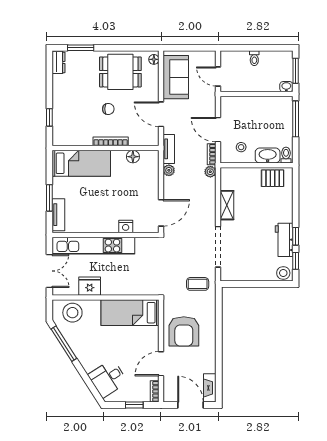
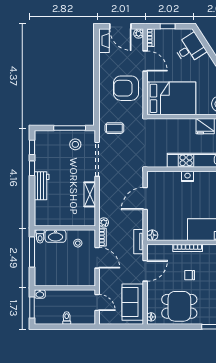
door: (161, 114) -> (145, 271), hinge flipped
window: (296, 119) -> (32, 252), moved
floor lamp: (133, 157) -> (152, 235), moved
plant: (169, 170) -> (139, 34), moved
pallet: (273, 178) -> (51, 217), removed
door: (161, 213) -> (145, 199), moved
nightstand: (126, 226) -> (187, 176), moved
workbench: (284, 240) -> (42, 186), moved
stool: (283, 273) -> (75, 144), moved
window: (251, 284) -> (70, 128), added
bed: (130, 313) -> (171, 98), width x1.50
armchair: (184, 331) -> (126, 88), turned -90
door: (161, 364) -> (145, 61), hinge flipped

